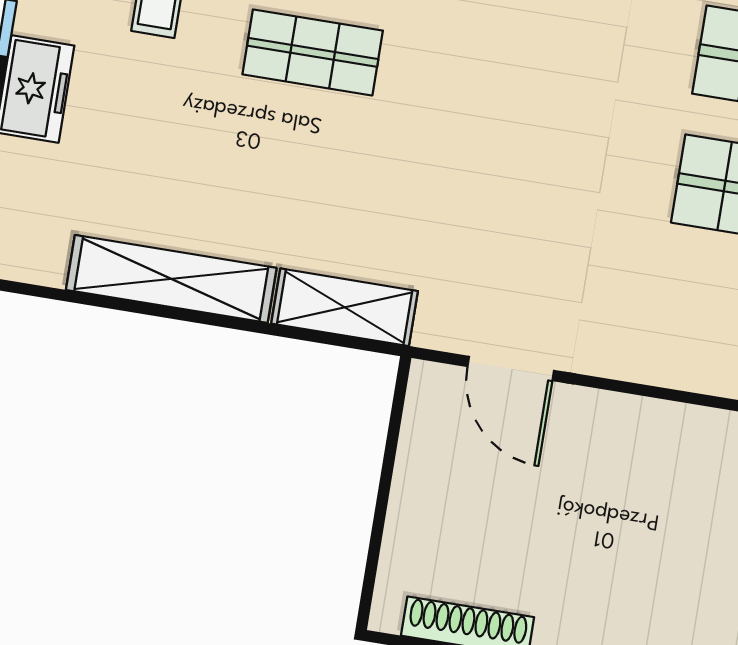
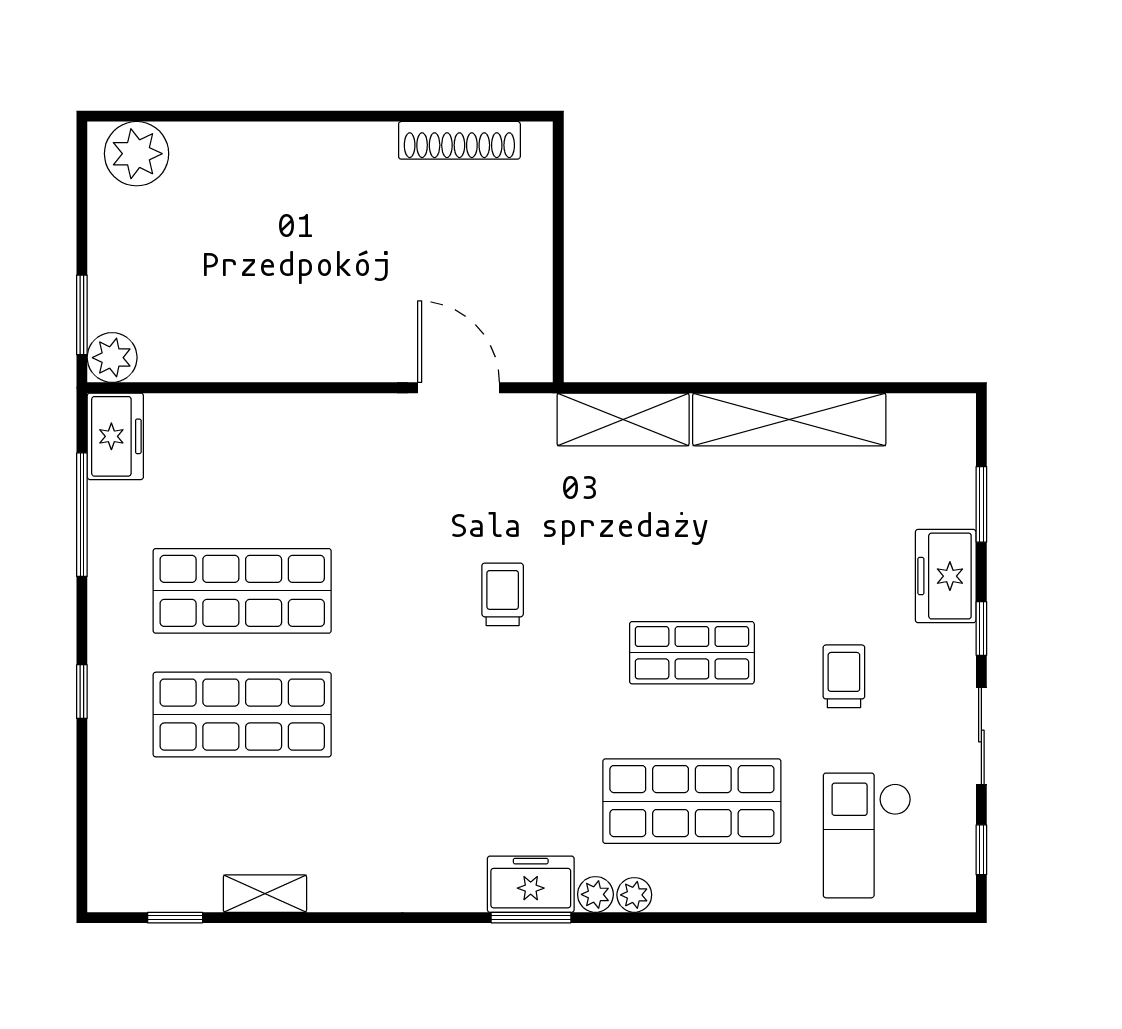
trolley: (500, 146) -> (503, 594), added

